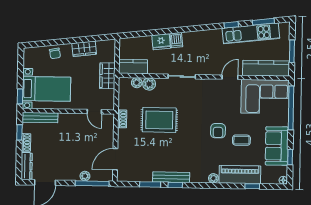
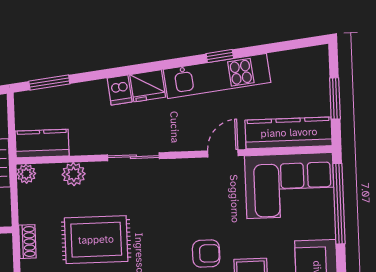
window: (263, 22) -> (49, 83), moved
kitchen unit: (251, 33) -> (217, 76), moved
fridge: (161, 42) -> (148, 86), moved
plant: (137, 83) -> (26, 174), moved
armchair: (218, 131) -> (206, 253), turned -90

